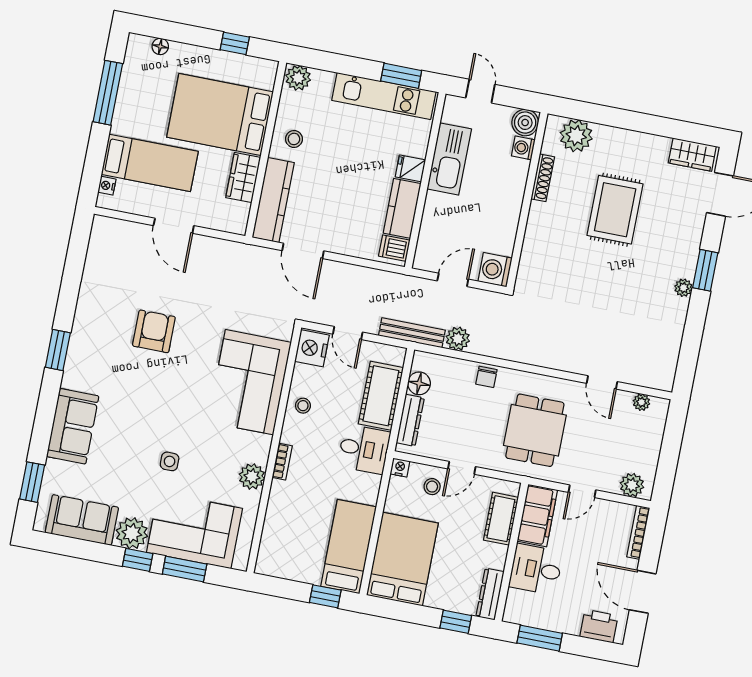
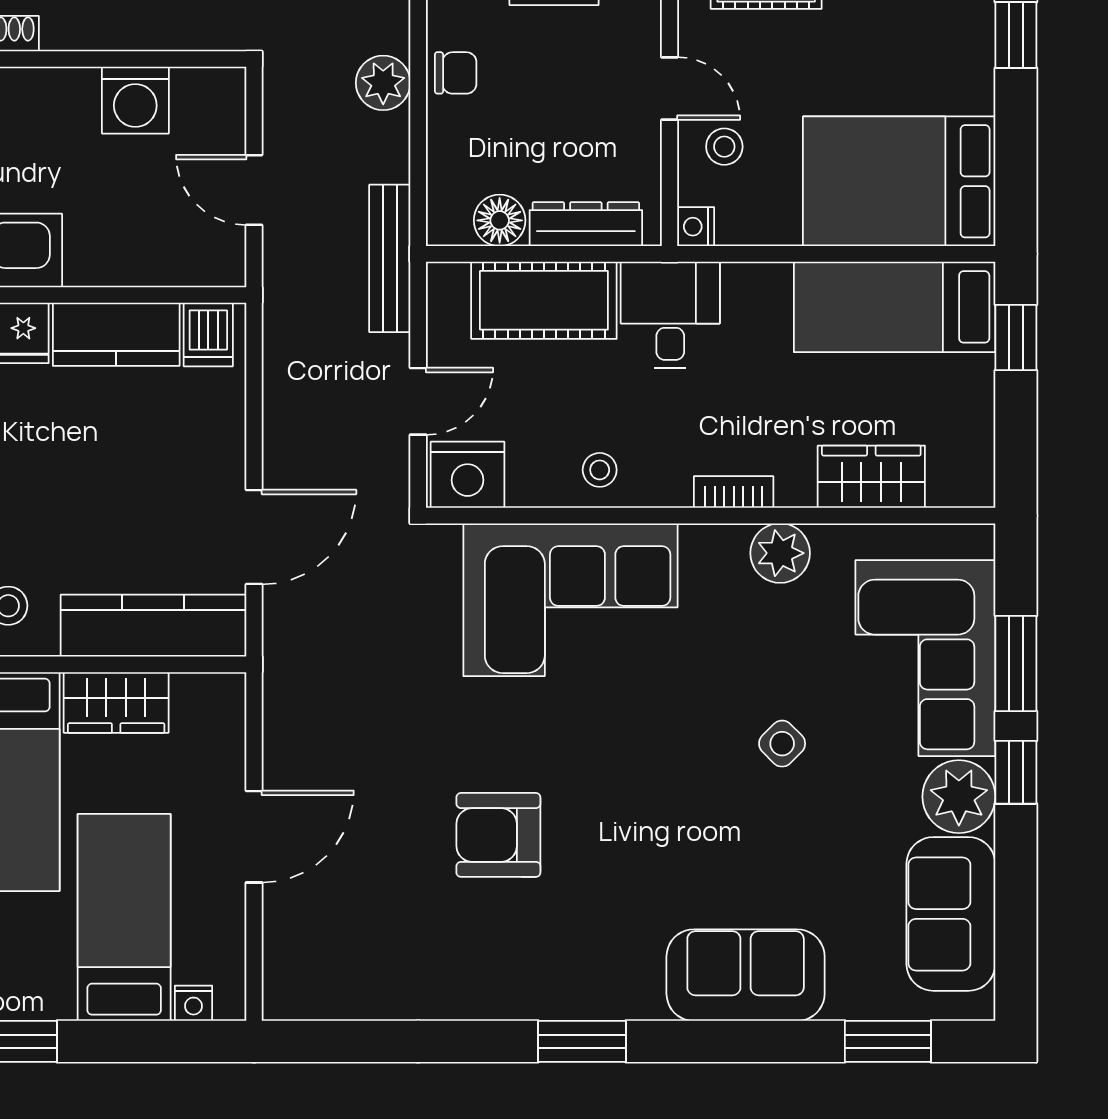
washing machine: (495, 270) -> (135, 100), moved
plant: (458, 339) -> (383, 83), moved
side table: (170, 461) -> (782, 744), turned 45
wardrobe: (277, 522) -> (871, 477), added

